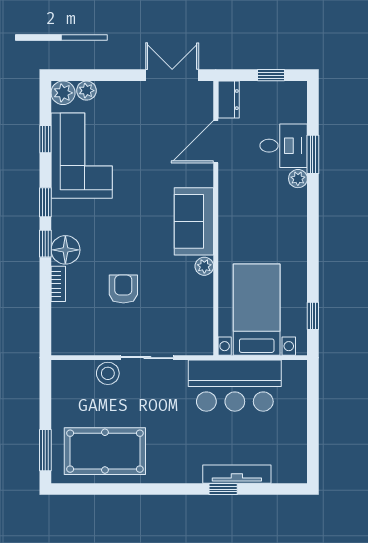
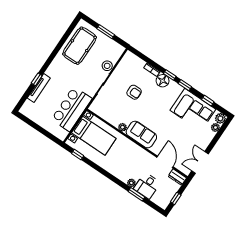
double door: (172, 75) -> (200, 162), swing flipped
window: (45, 450) -> (106, 32), moved

